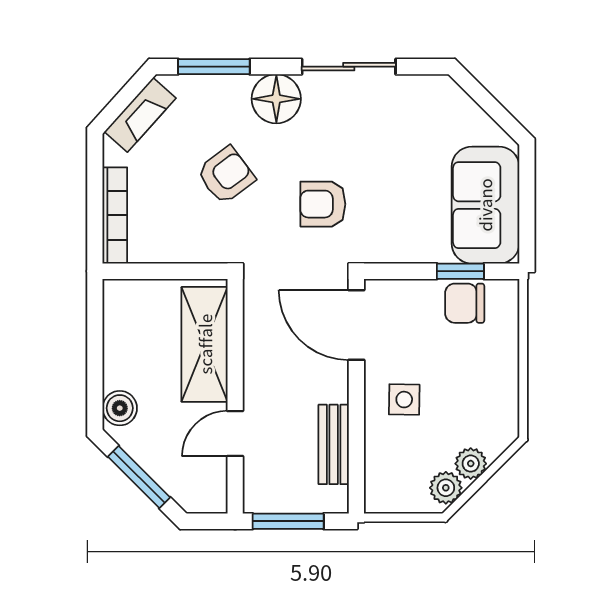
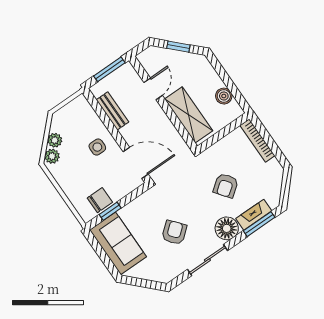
fireplace: (140, 115) -> (254, 215), moved, turned 48
armchair: (323, 204) -> (174, 232), moved, turned -40
boiler: (120, 408) -> (224, 96), moved
window: (139, 477) -> (178, 47), width x0.67
plant: (446, 488) -> (52, 156), moved

